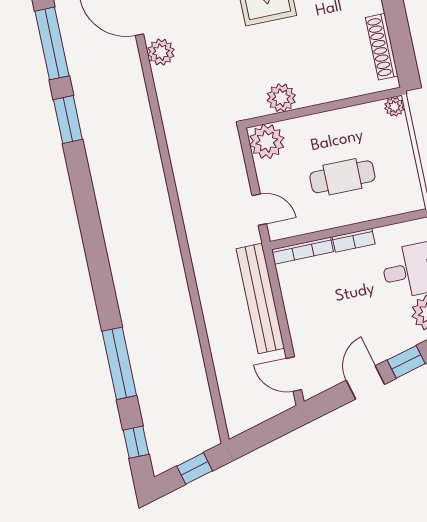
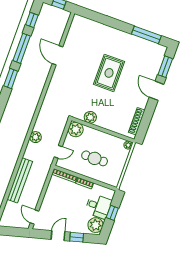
plant: (161, 52) -> (36, 137), moved
door: (259, 210) -> (58, 152), hinge flipped
bench: (260, 298) -> (20, 180), moved

